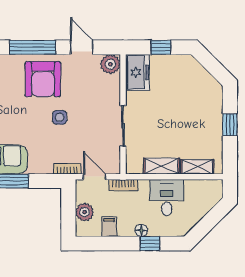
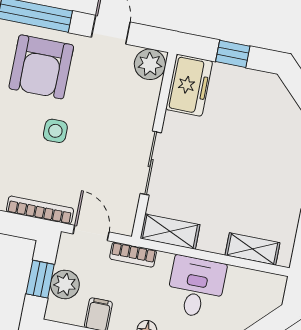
shelving: (162, 166) -> (170, 232), moved
bookcase: (67, 169) -> (40, 210), width x1.56
window: (68, 212) -> (40, 279), added

